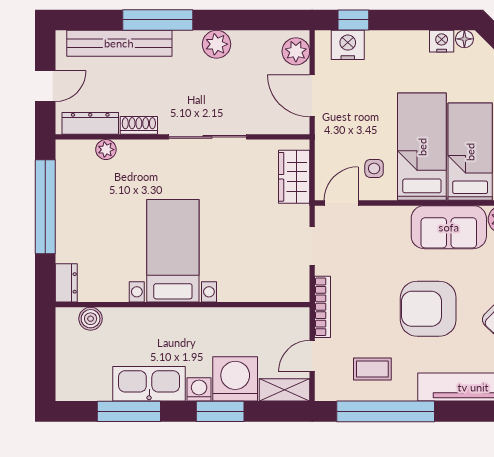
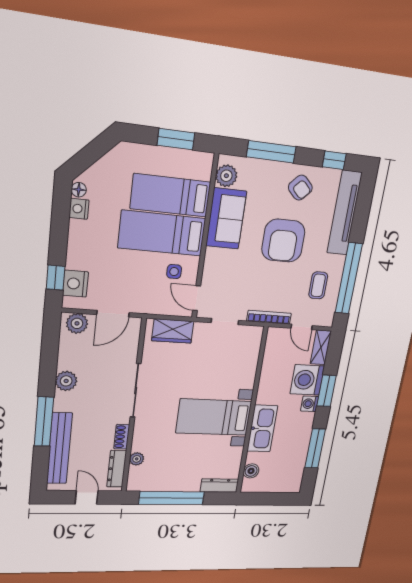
dresser: (66, 283) -> (219, 485), width x1.44
kitchen sink: (149, 384) -> (262, 429), moved, turned 180

